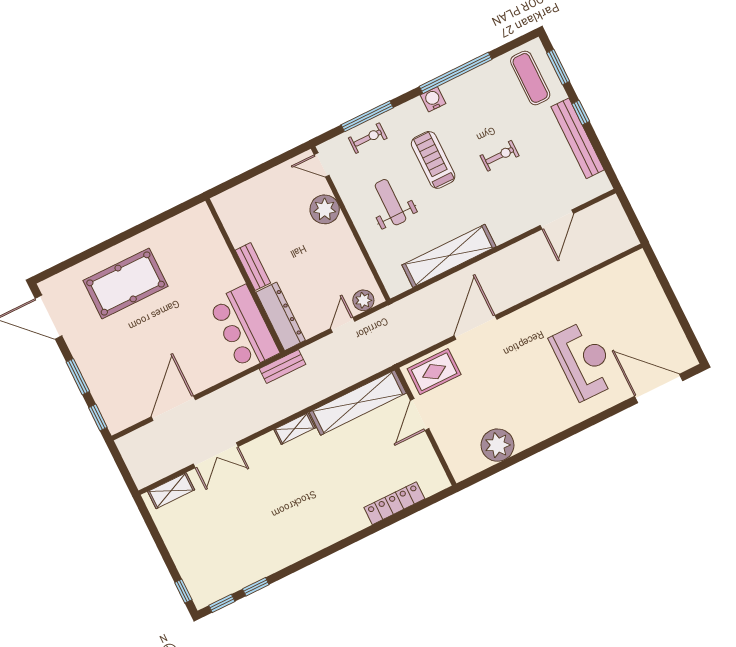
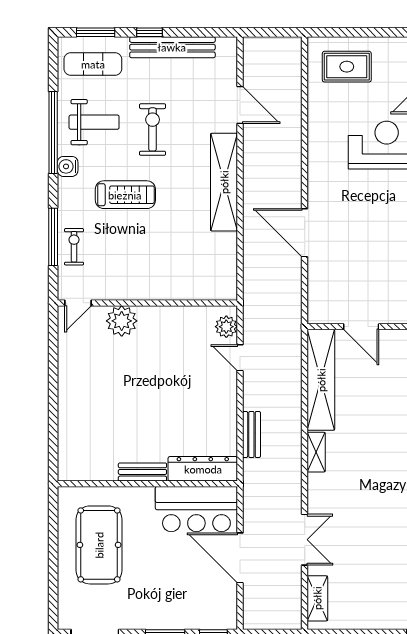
exercise bike: (500, 156) -> (153, 129), width x1.38, depth x1.39
treadmill: (433, 160) -> (125, 195), turned 180
weight bench: (390, 202) -> (94, 122), moved, turned 180
shelving: (449, 256) -> (224, 182), moved
bench: (253, 267) -> (142, 472), moved
wall: (245, 276) -> (147, 484), moved
dresser: (281, 316) -> (203, 469), moved
bar counter: (244, 328) -> (196, 509), moved
rug: (434, 372) -> (347, 67), moved, turned 90

